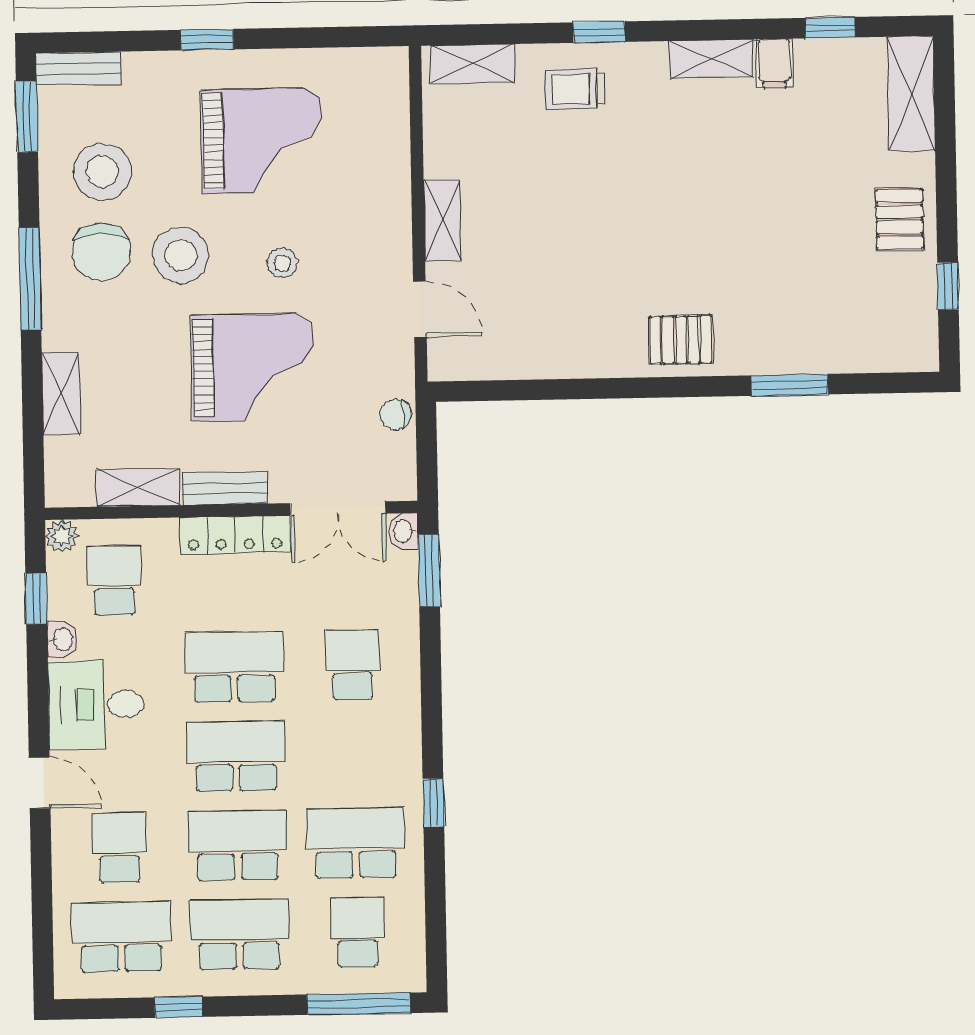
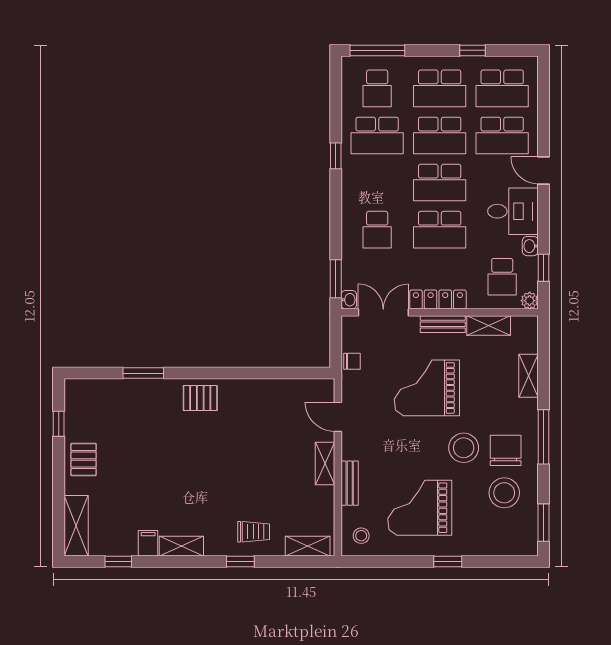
bench: (78, 68) -> (350, 483), moved, turned 90
stool: (282, 263) -> (361, 536), moved
school desk: (119, 848) -> (502, 135), width x1.85

